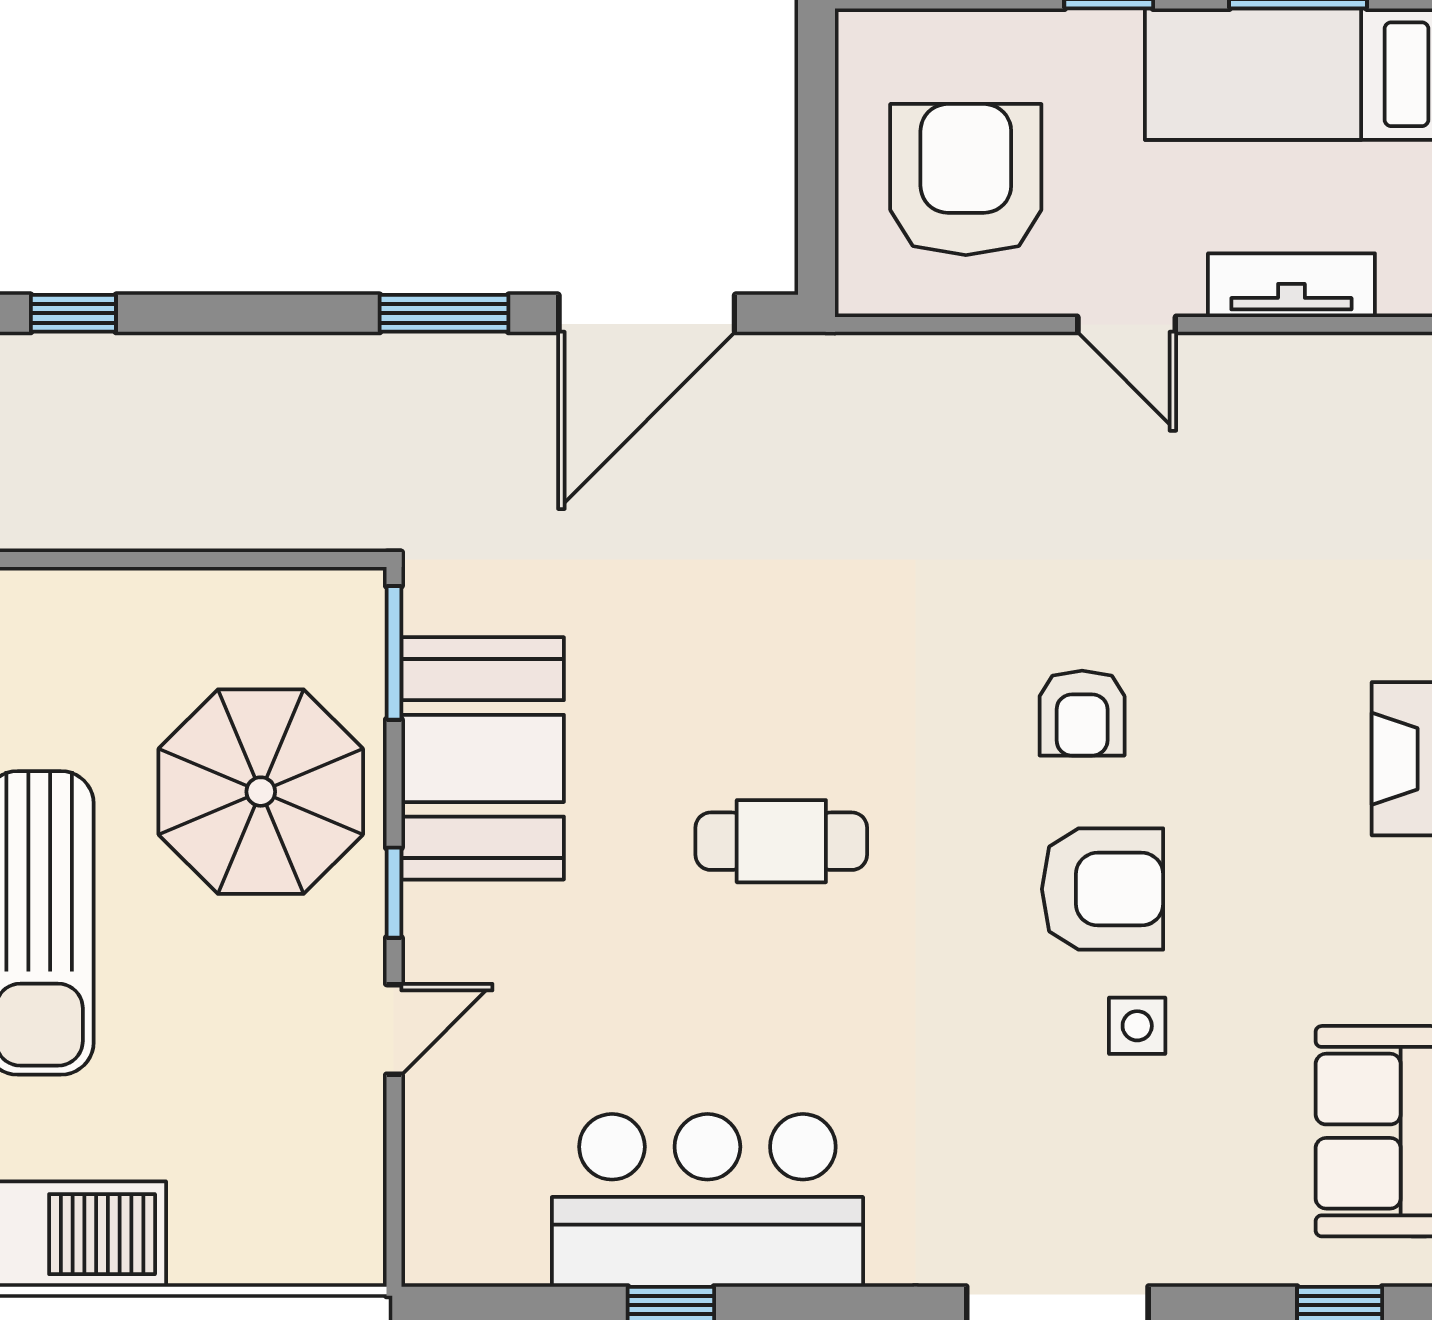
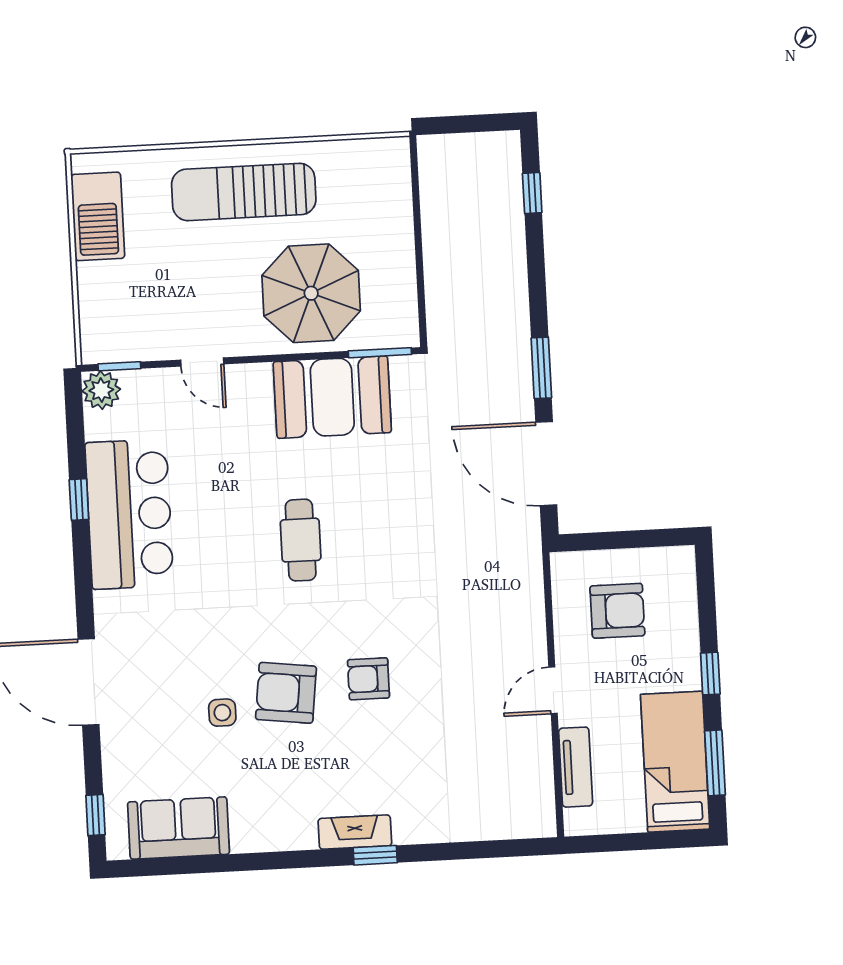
armchair: (966, 180) -> (617, 611), width x0.73, depth x0.73
armchair: (1103, 889) -> (286, 693), turned 97
window: (394, 893) -> (119, 366), moved
plant: (442, 1246) -> (101, 390), added

